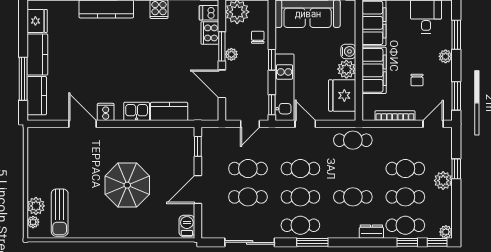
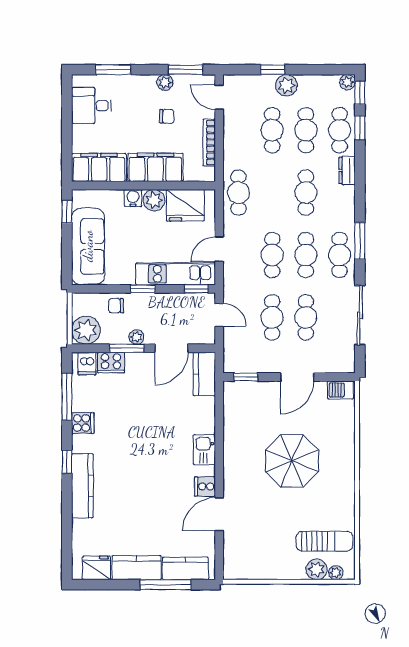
plant: (446, 56) -> (165, 82), moved
kitchen counter: (169, 111) -> (204, 374), moved
door: (198, 190) -> (297, 377), hinge flipped

